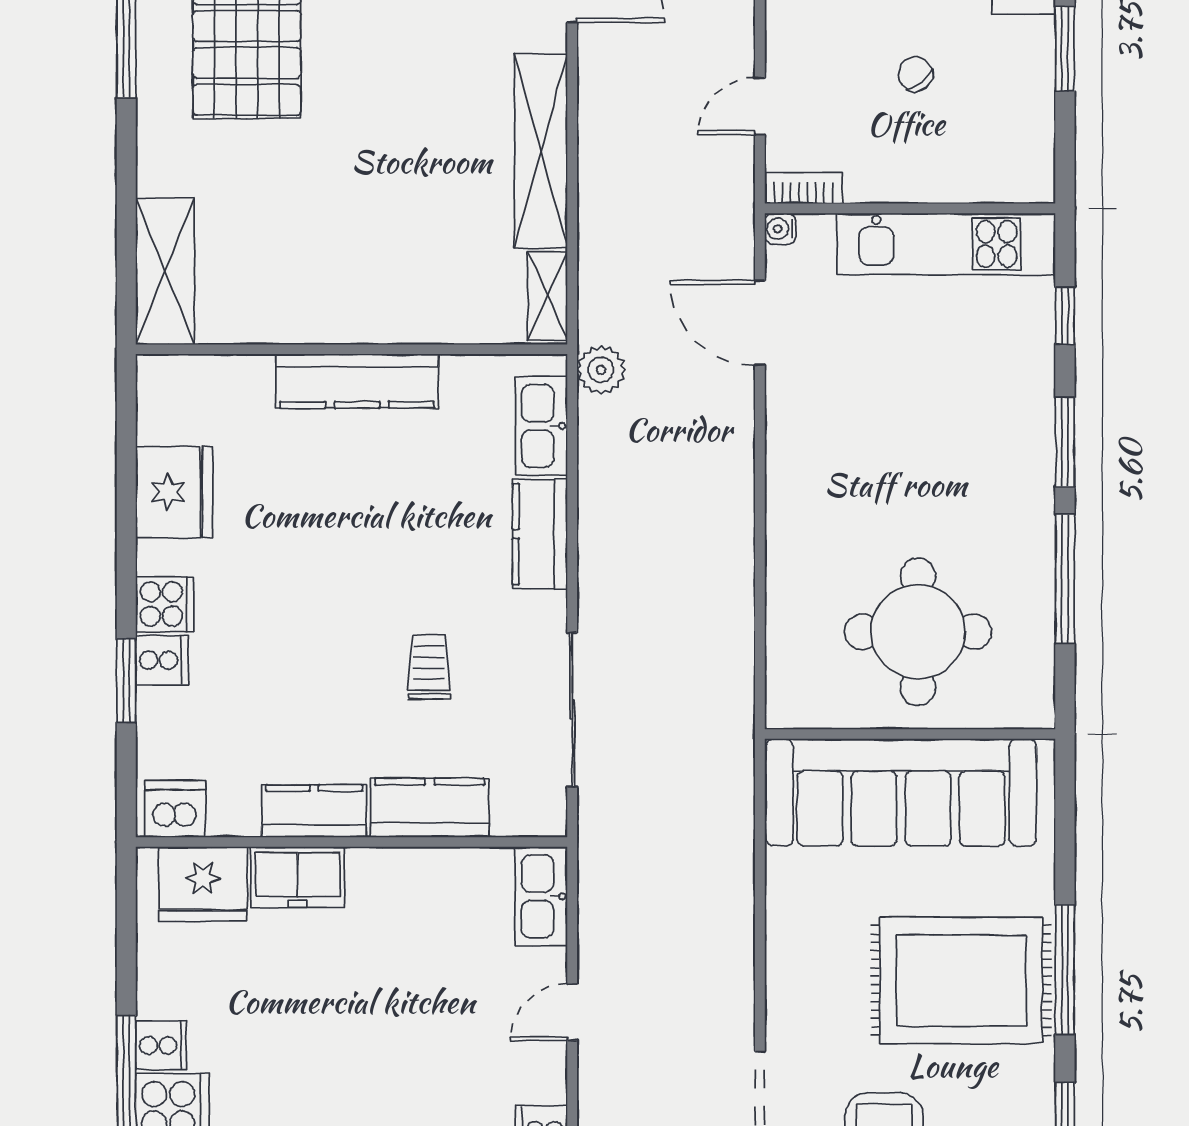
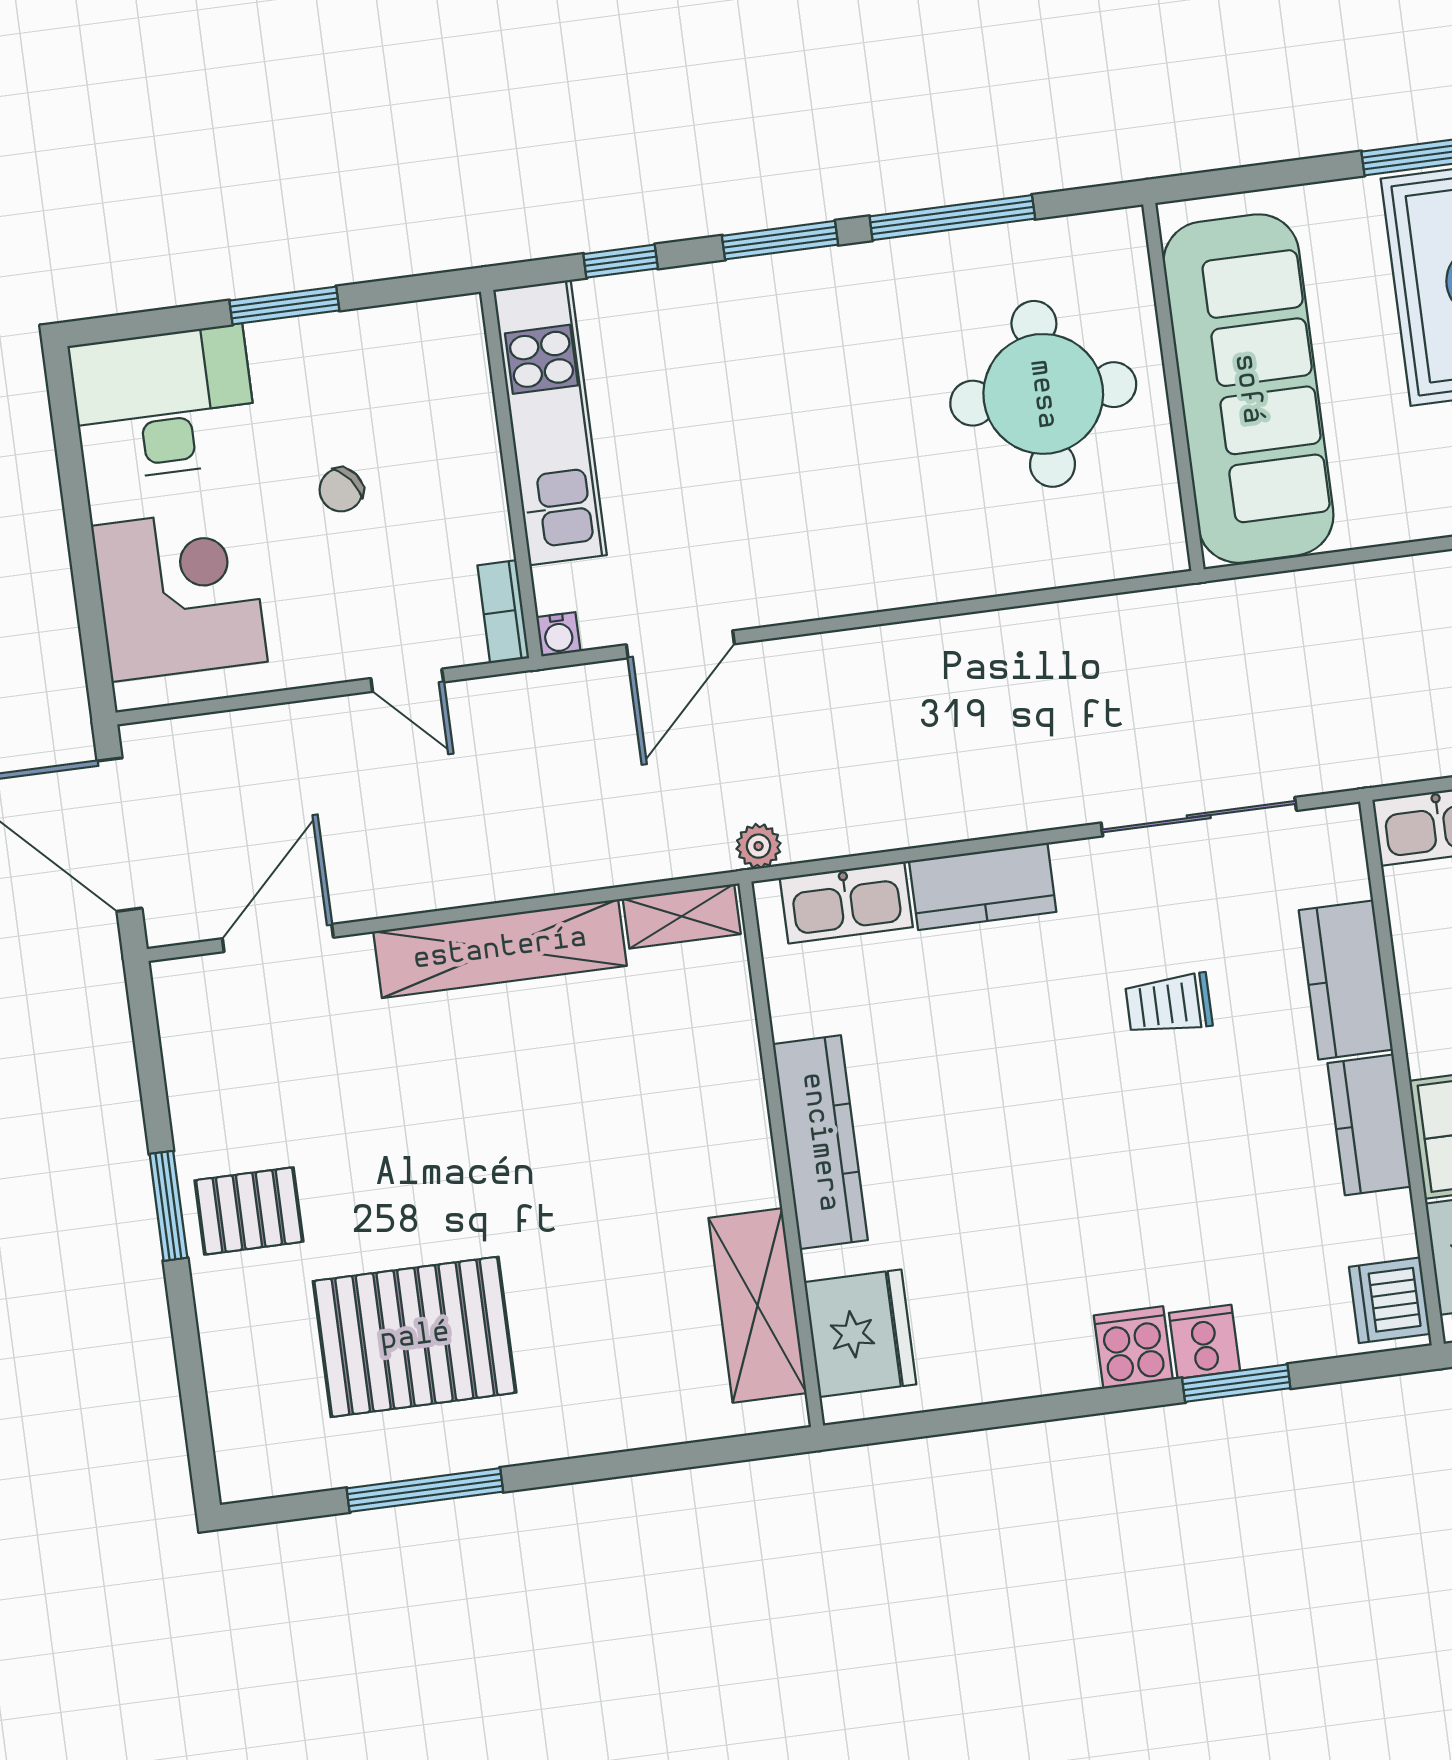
shelving: (165, 271) -> (757, 1306), moved, turned 90
plant: (601, 370) -> (759, 846), width x0.73, depth x0.73
fridge: (174, 492) -> (860, 1333), moved, turned 90

